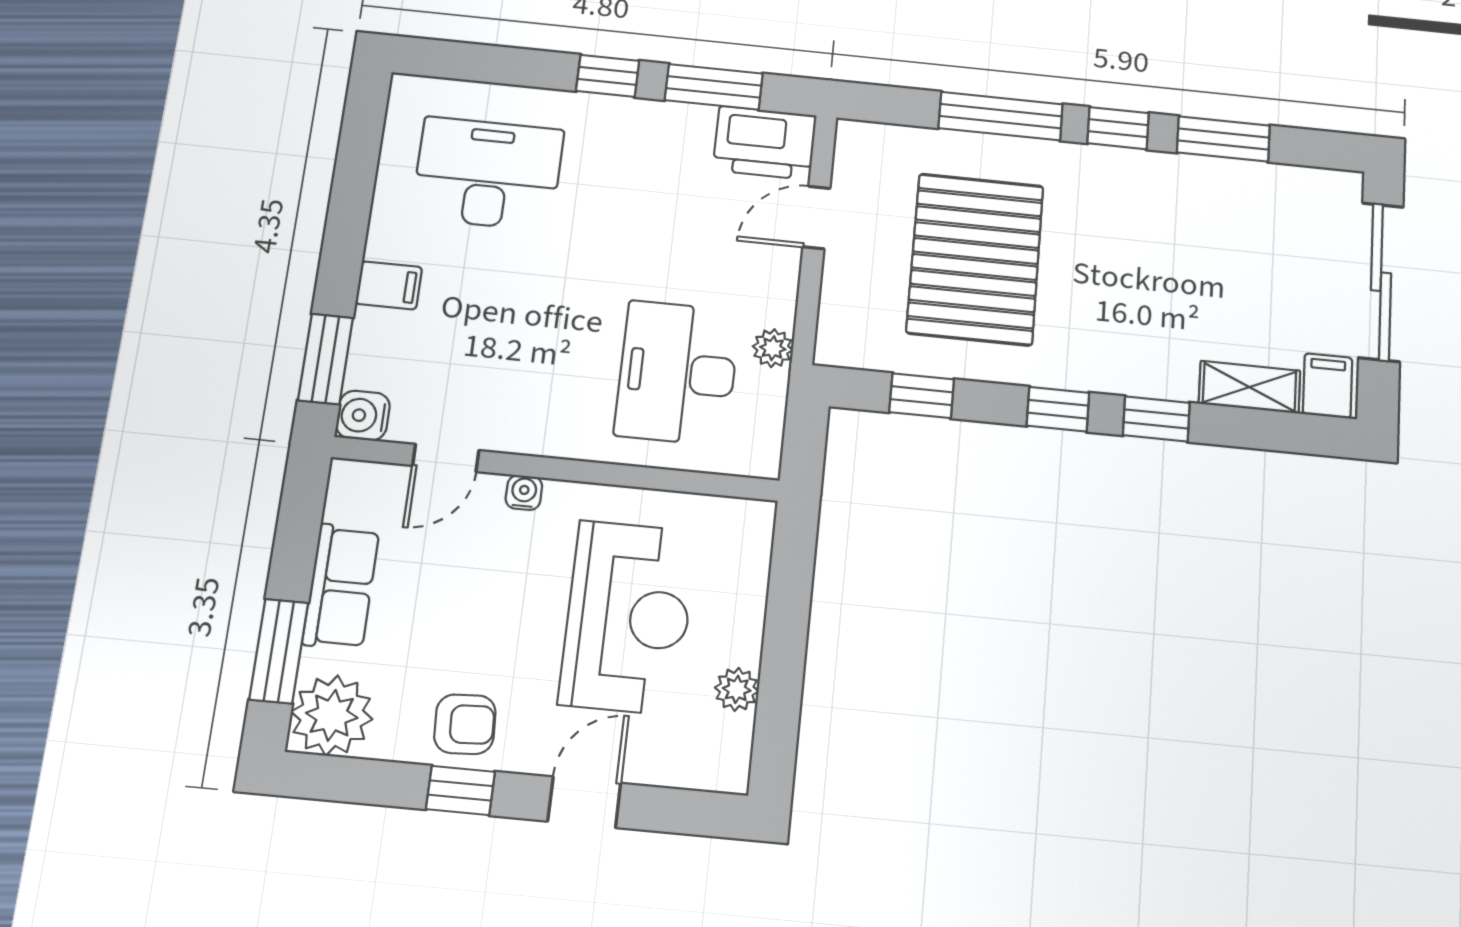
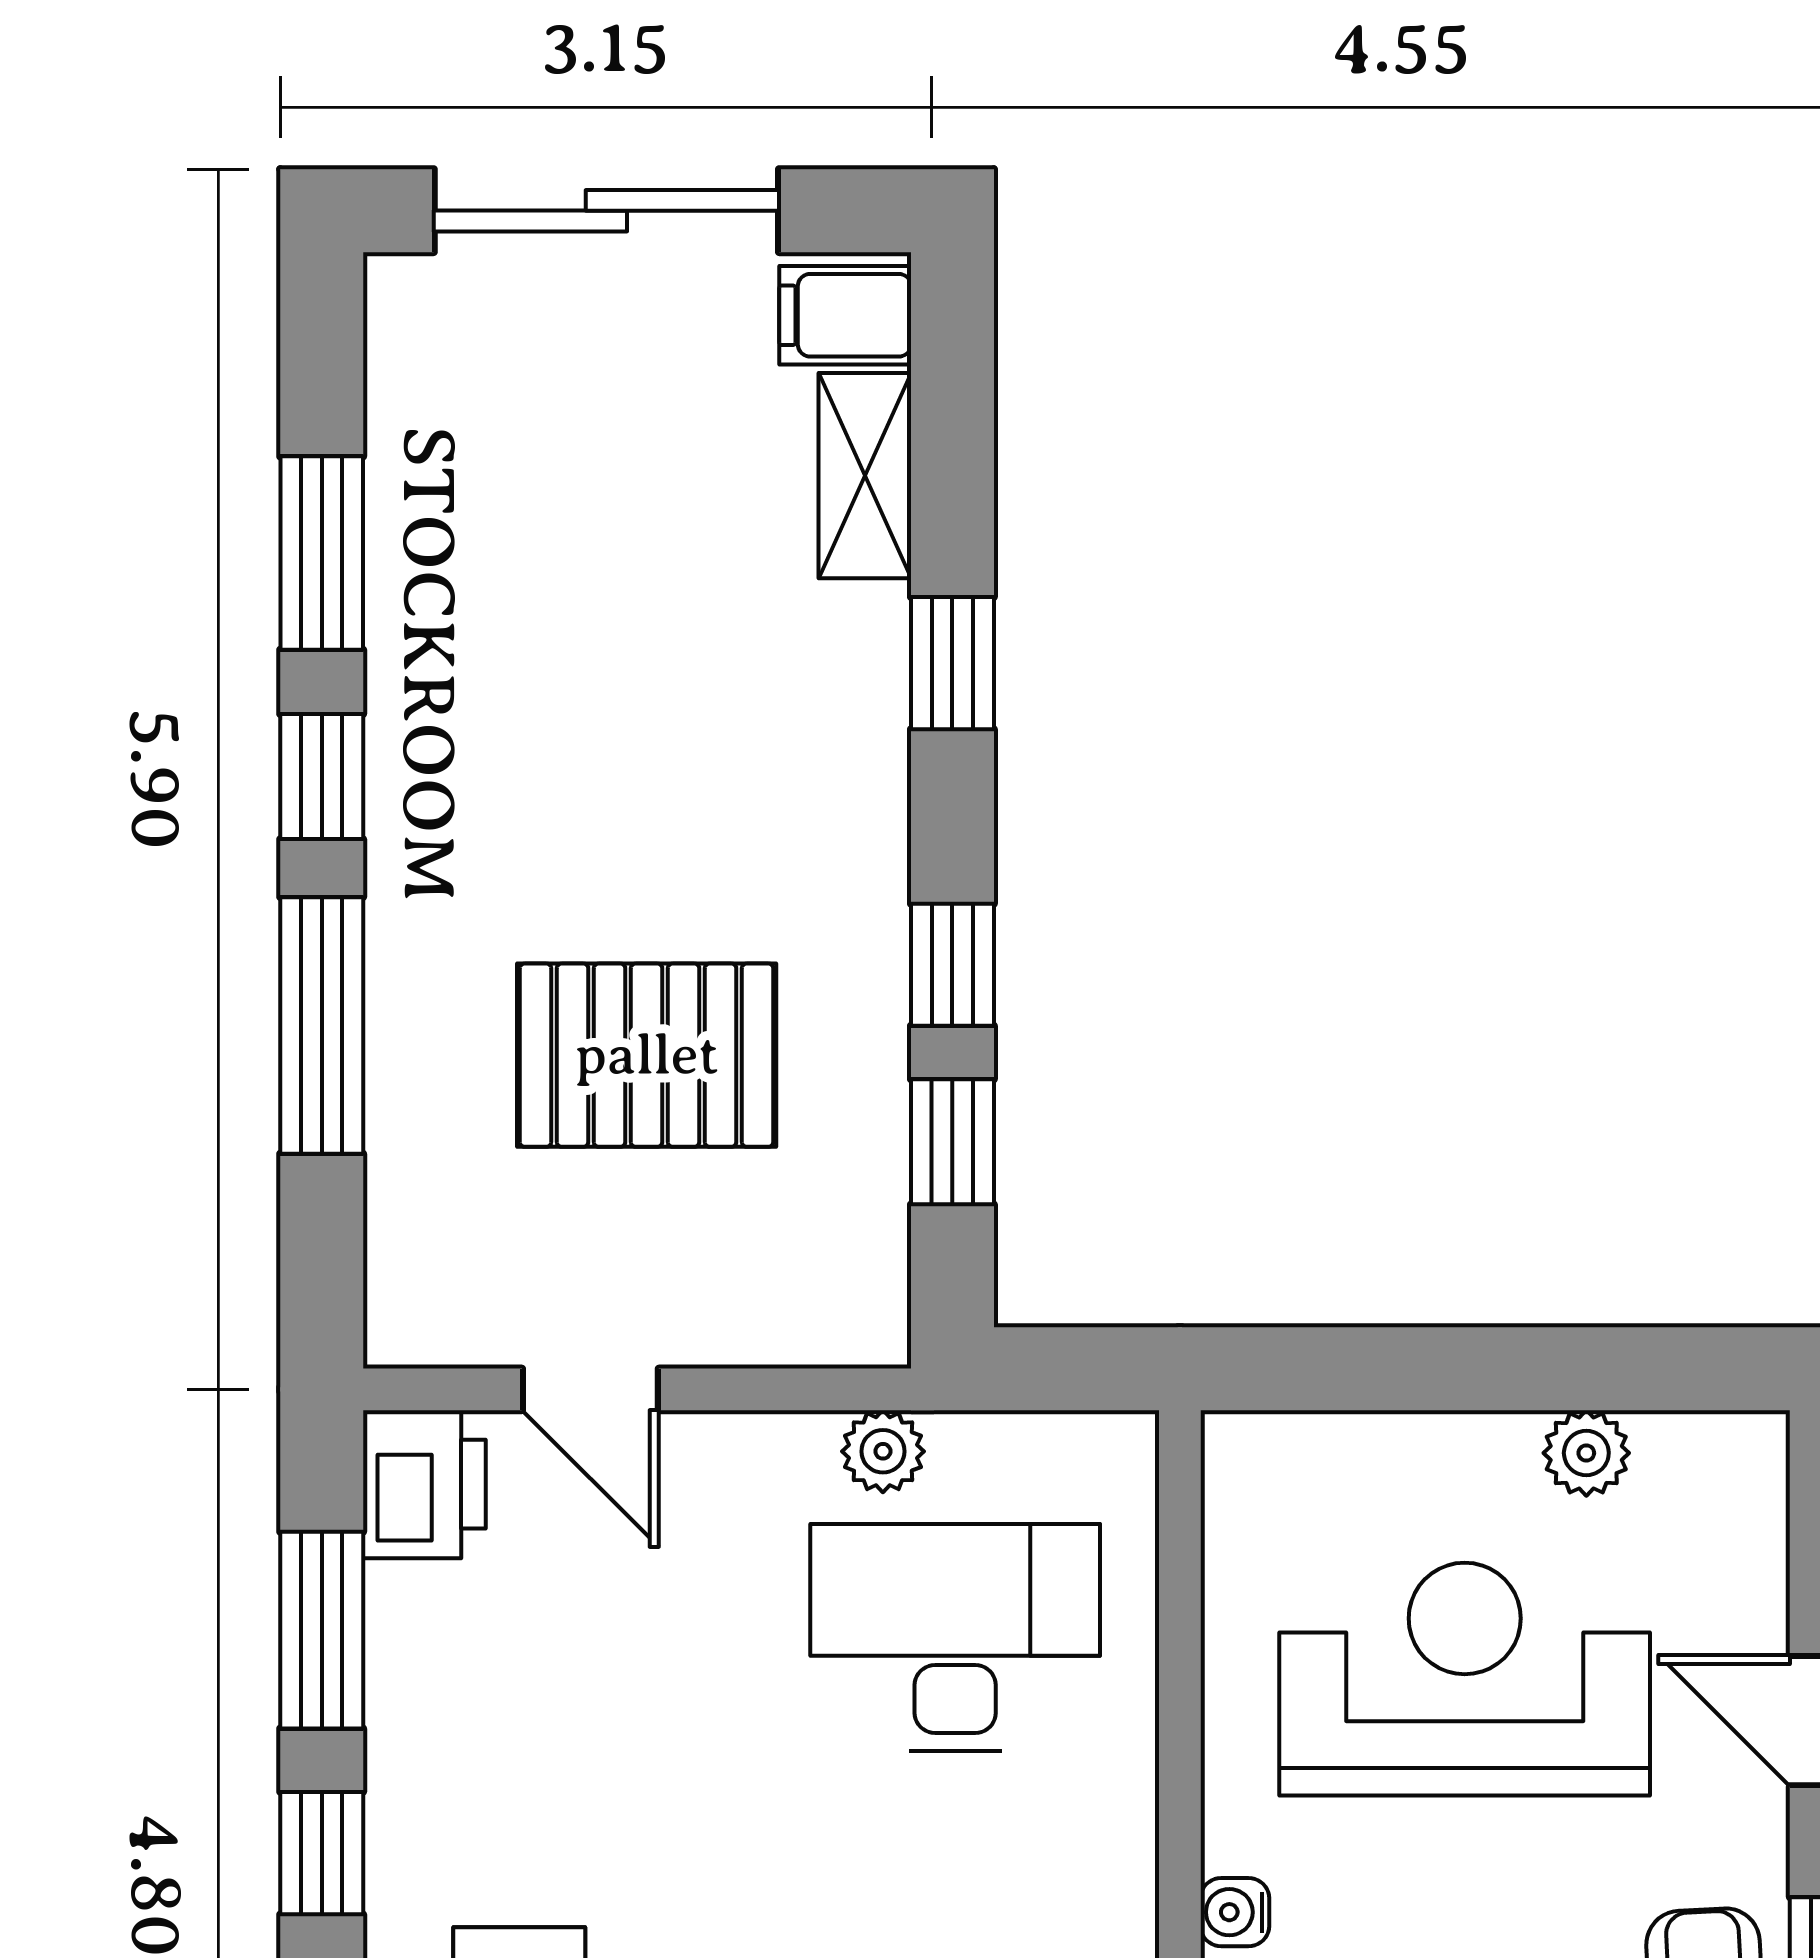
printer: (765, 143) -> (424, 1484), width x0.73, depth x0.84
pallet: (975, 259) -> (647, 1055), width x0.73, depth x0.71
desk: (677, 373) -> (955, 1638), turned 180
window: (1058, 409) -> (952, 965), moved

